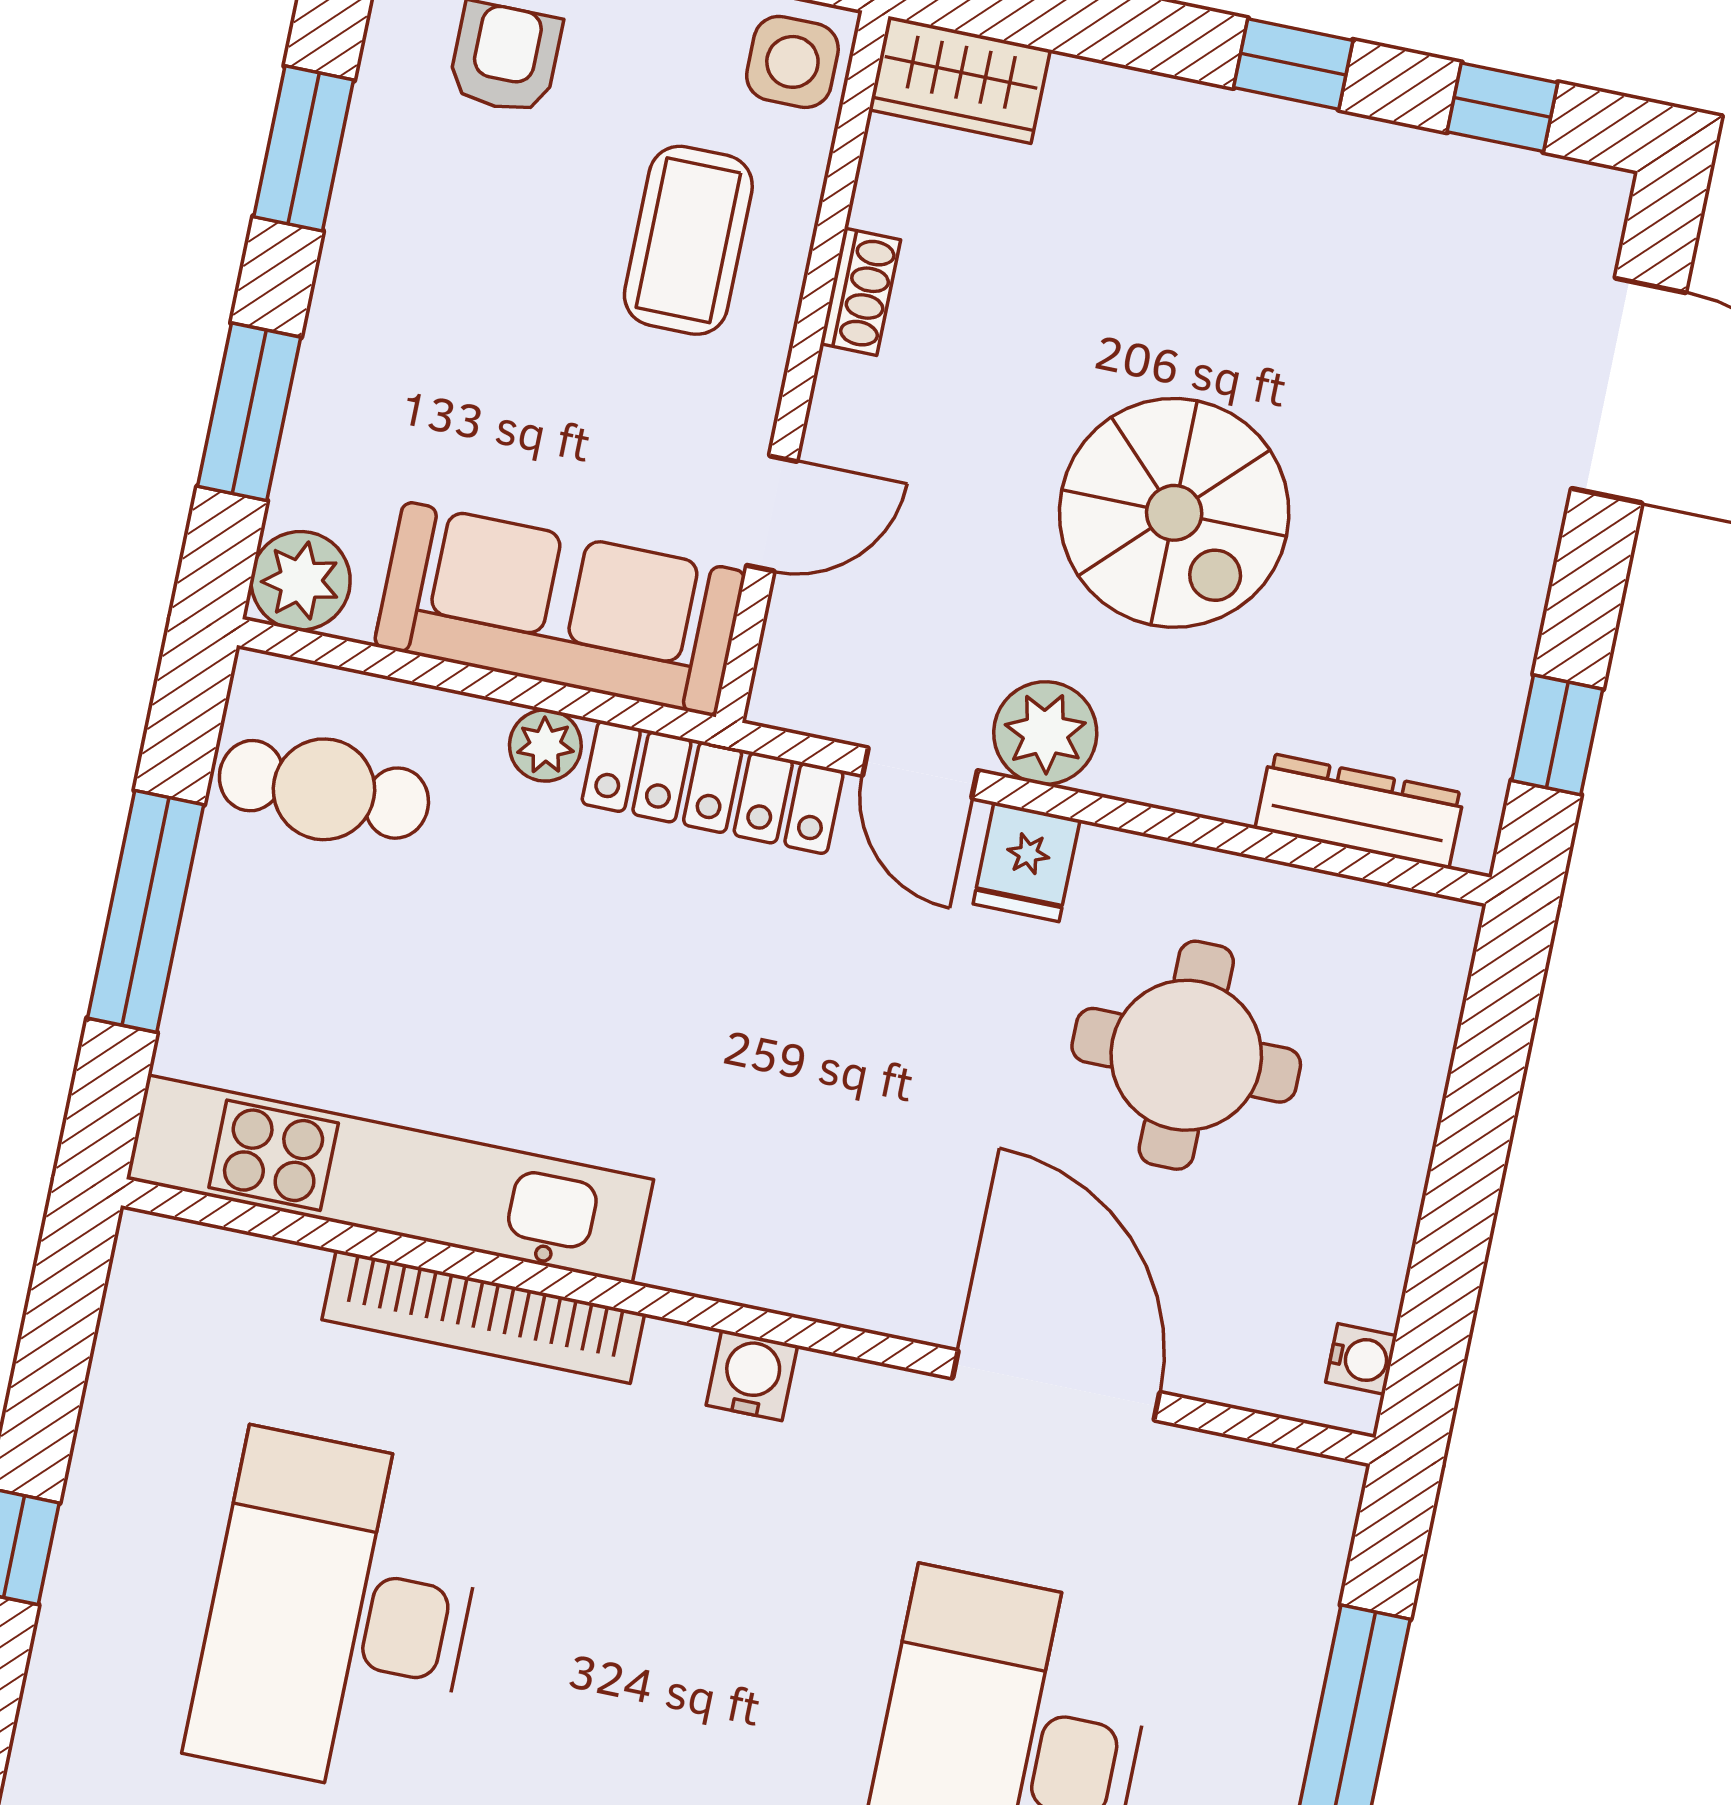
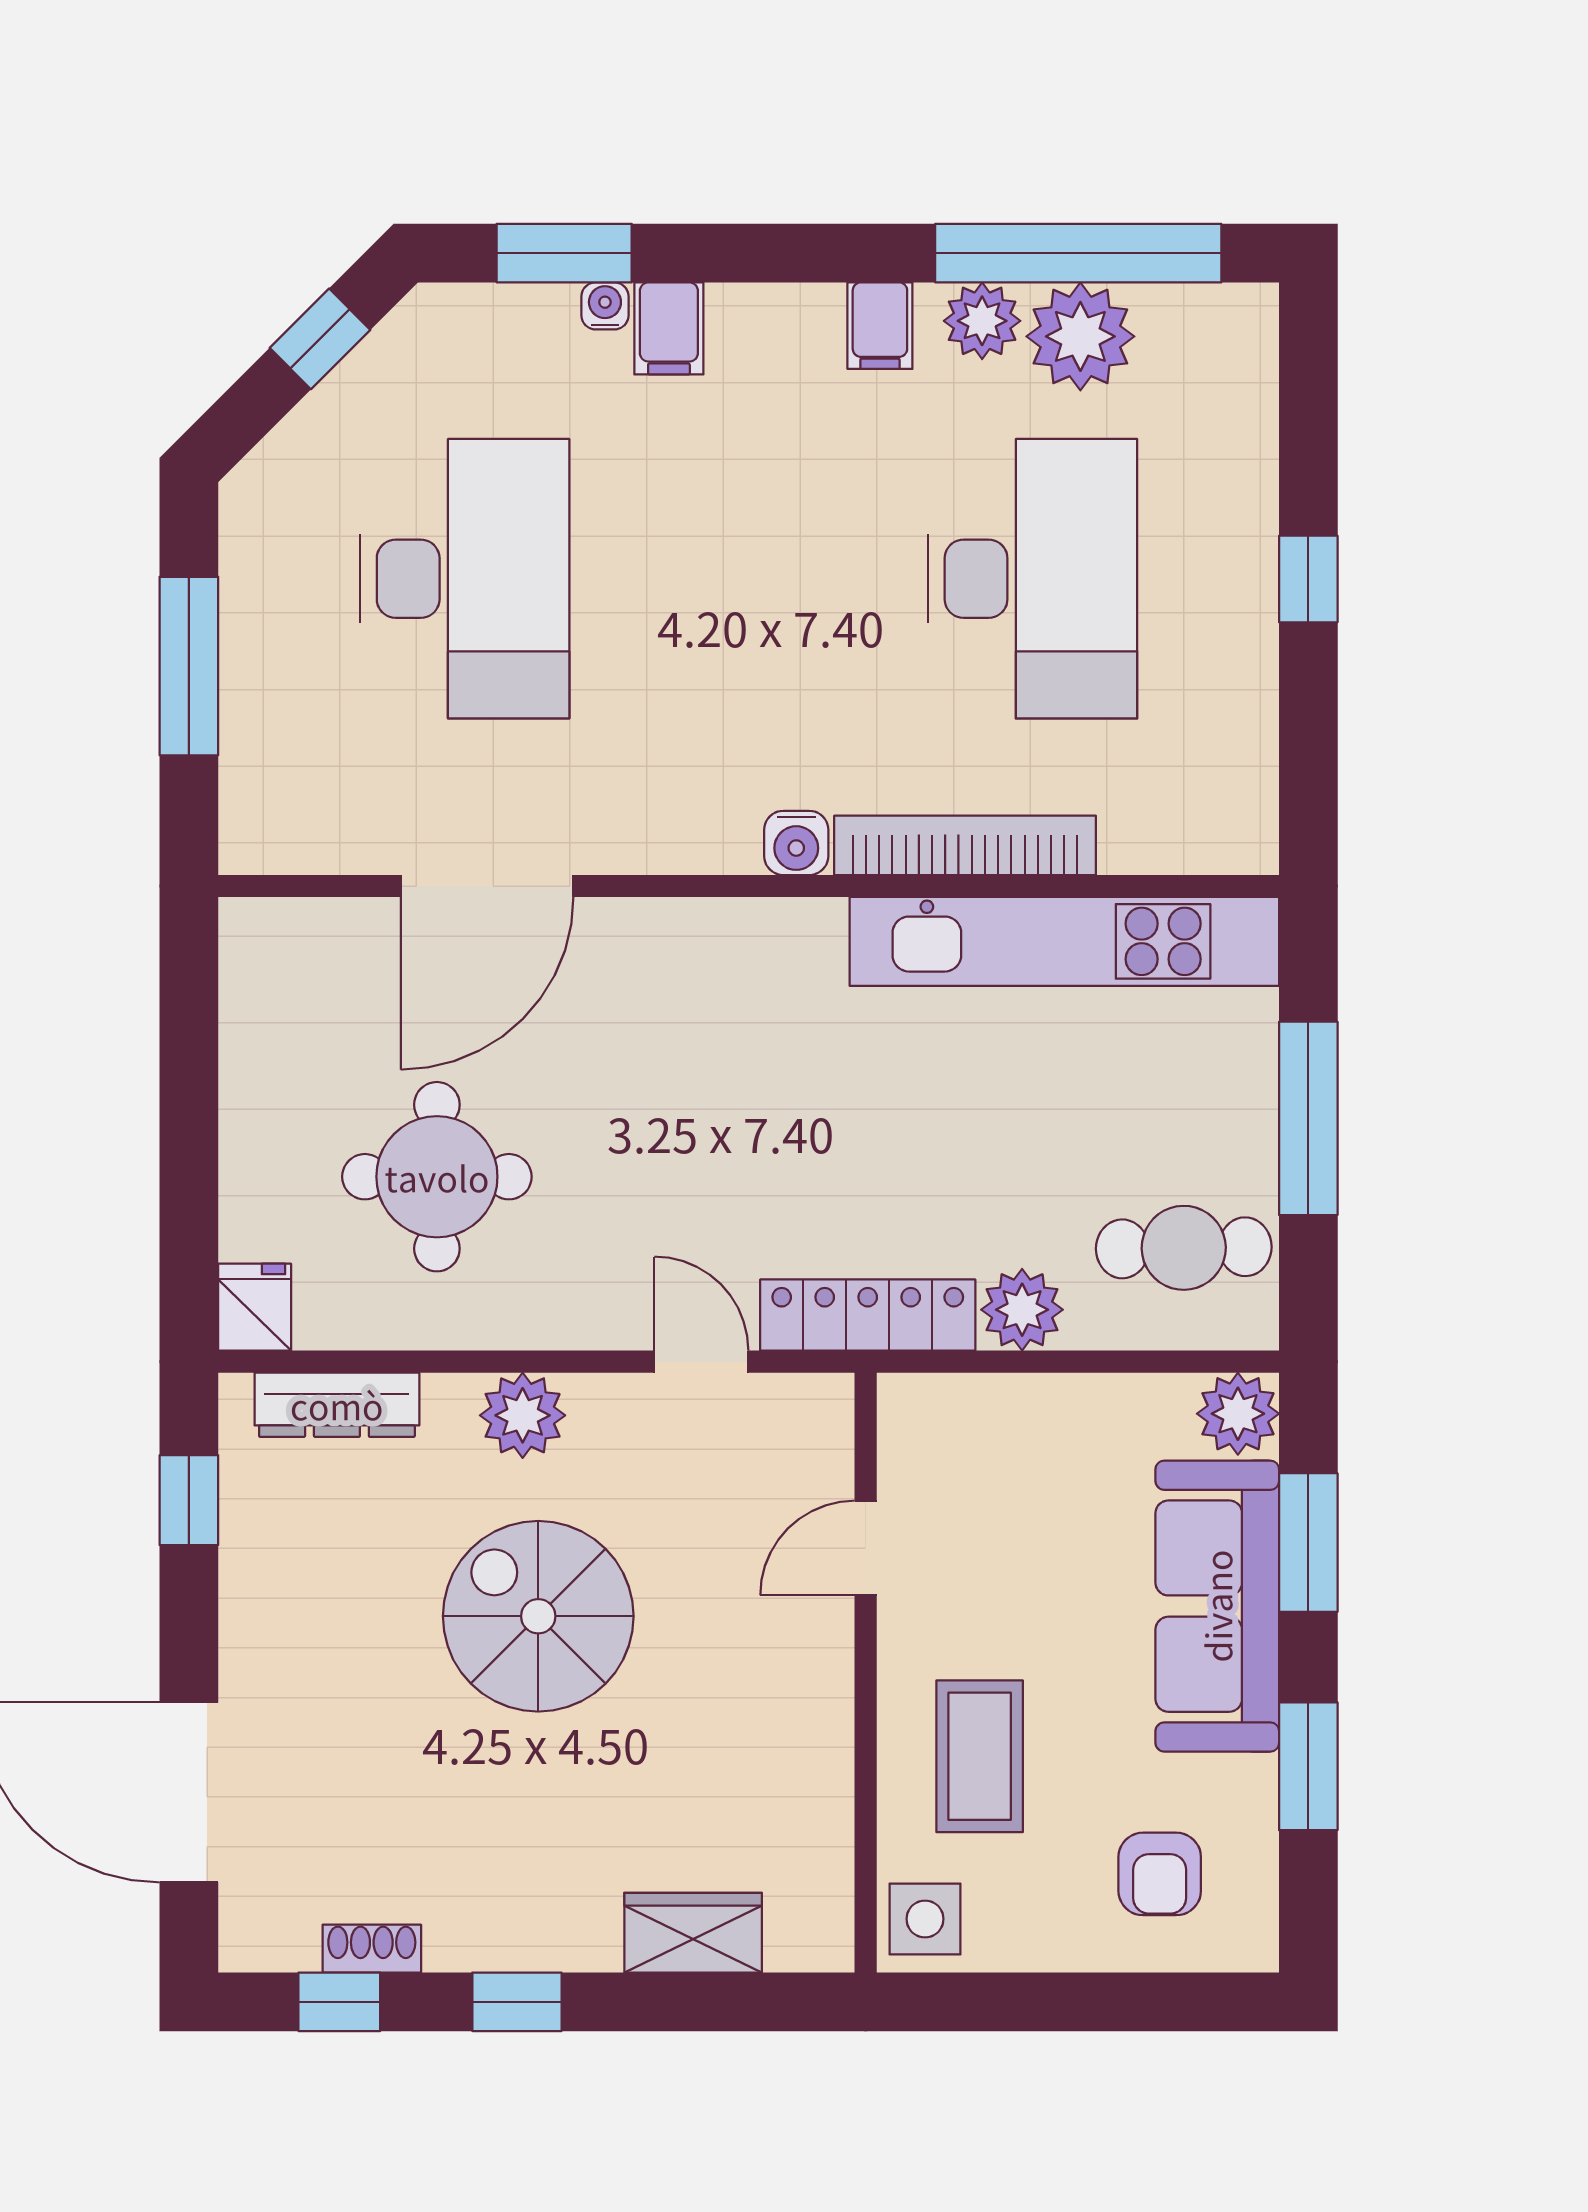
wardrobe: (960, 80) -> (693, 1933), moved
shoe rack: (861, 292) -> (372, 1949), moved, turned 90
sofa: (560, 609) -> (1217, 1606), moved, turned 90
plant: (1045, 733) -> (523, 1415), moved
plant: (545, 745) -> (1022, 1310), width x1.38, depth x1.38
fridge: (1027, 862) -> (255, 1307), moved
water cooler: (1361, 1359) -> (243, 959), removed
water cooler: (752, 1375) -> (796, 843), moved
door: (1056, 1385) -> (487, 886), hinge flipped

